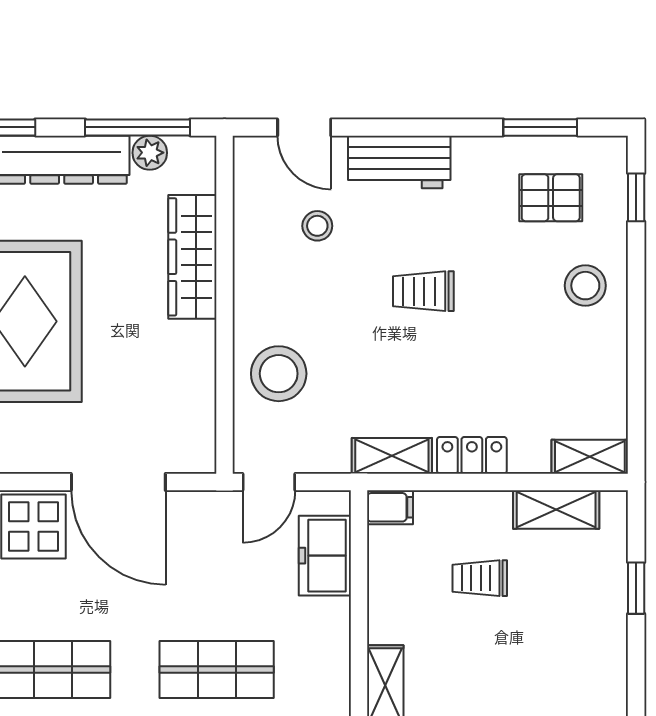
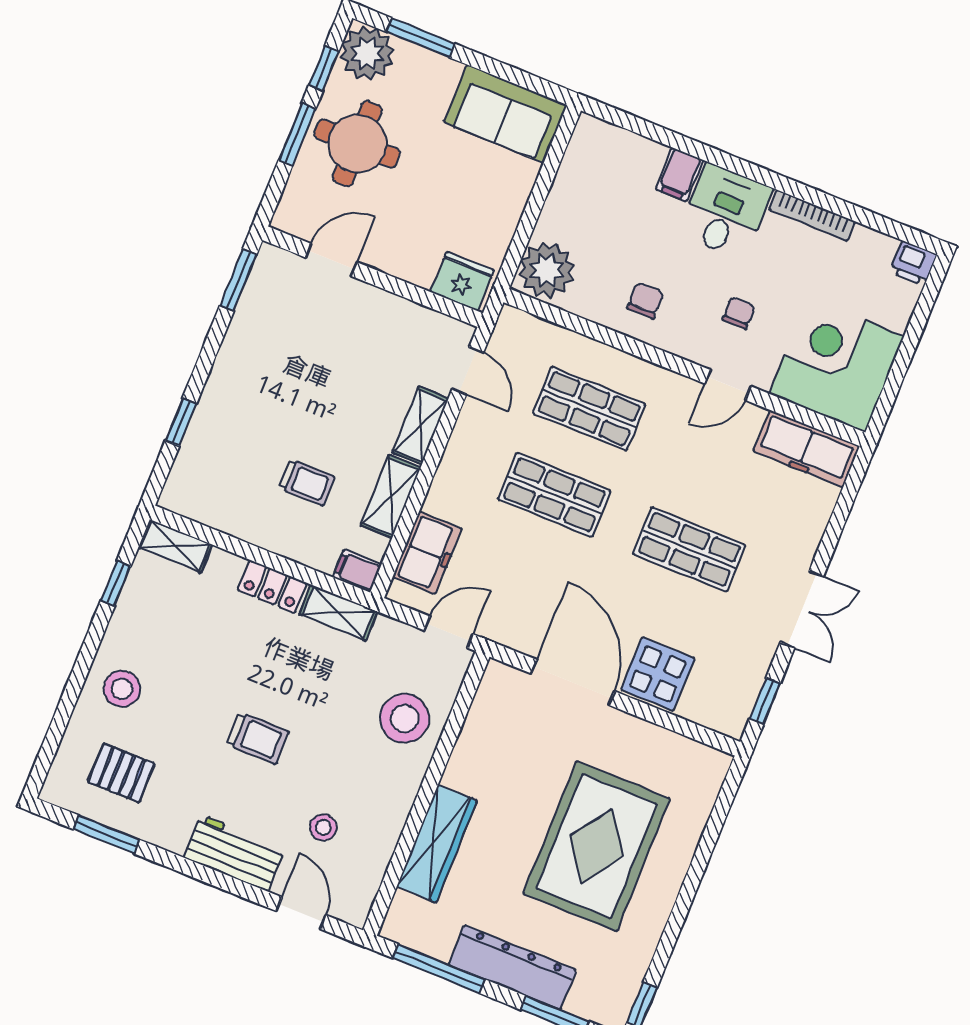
plant: (150, 153) -> (437, 944), removed
window: (636, 197) -> (116, 583), moved
shelving: (556, 509) -> (391, 496), moved, turned 90

